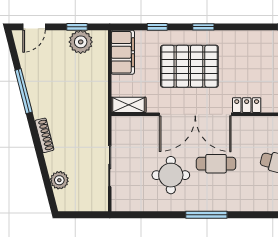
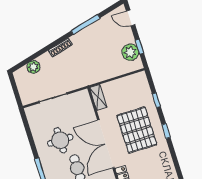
filing cabinet: (123, 52) -> (132, 83), removed

